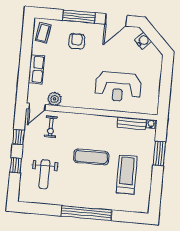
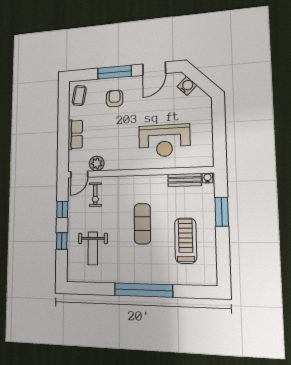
exercise mat: (91, 157) -> (142, 224), turned 90

